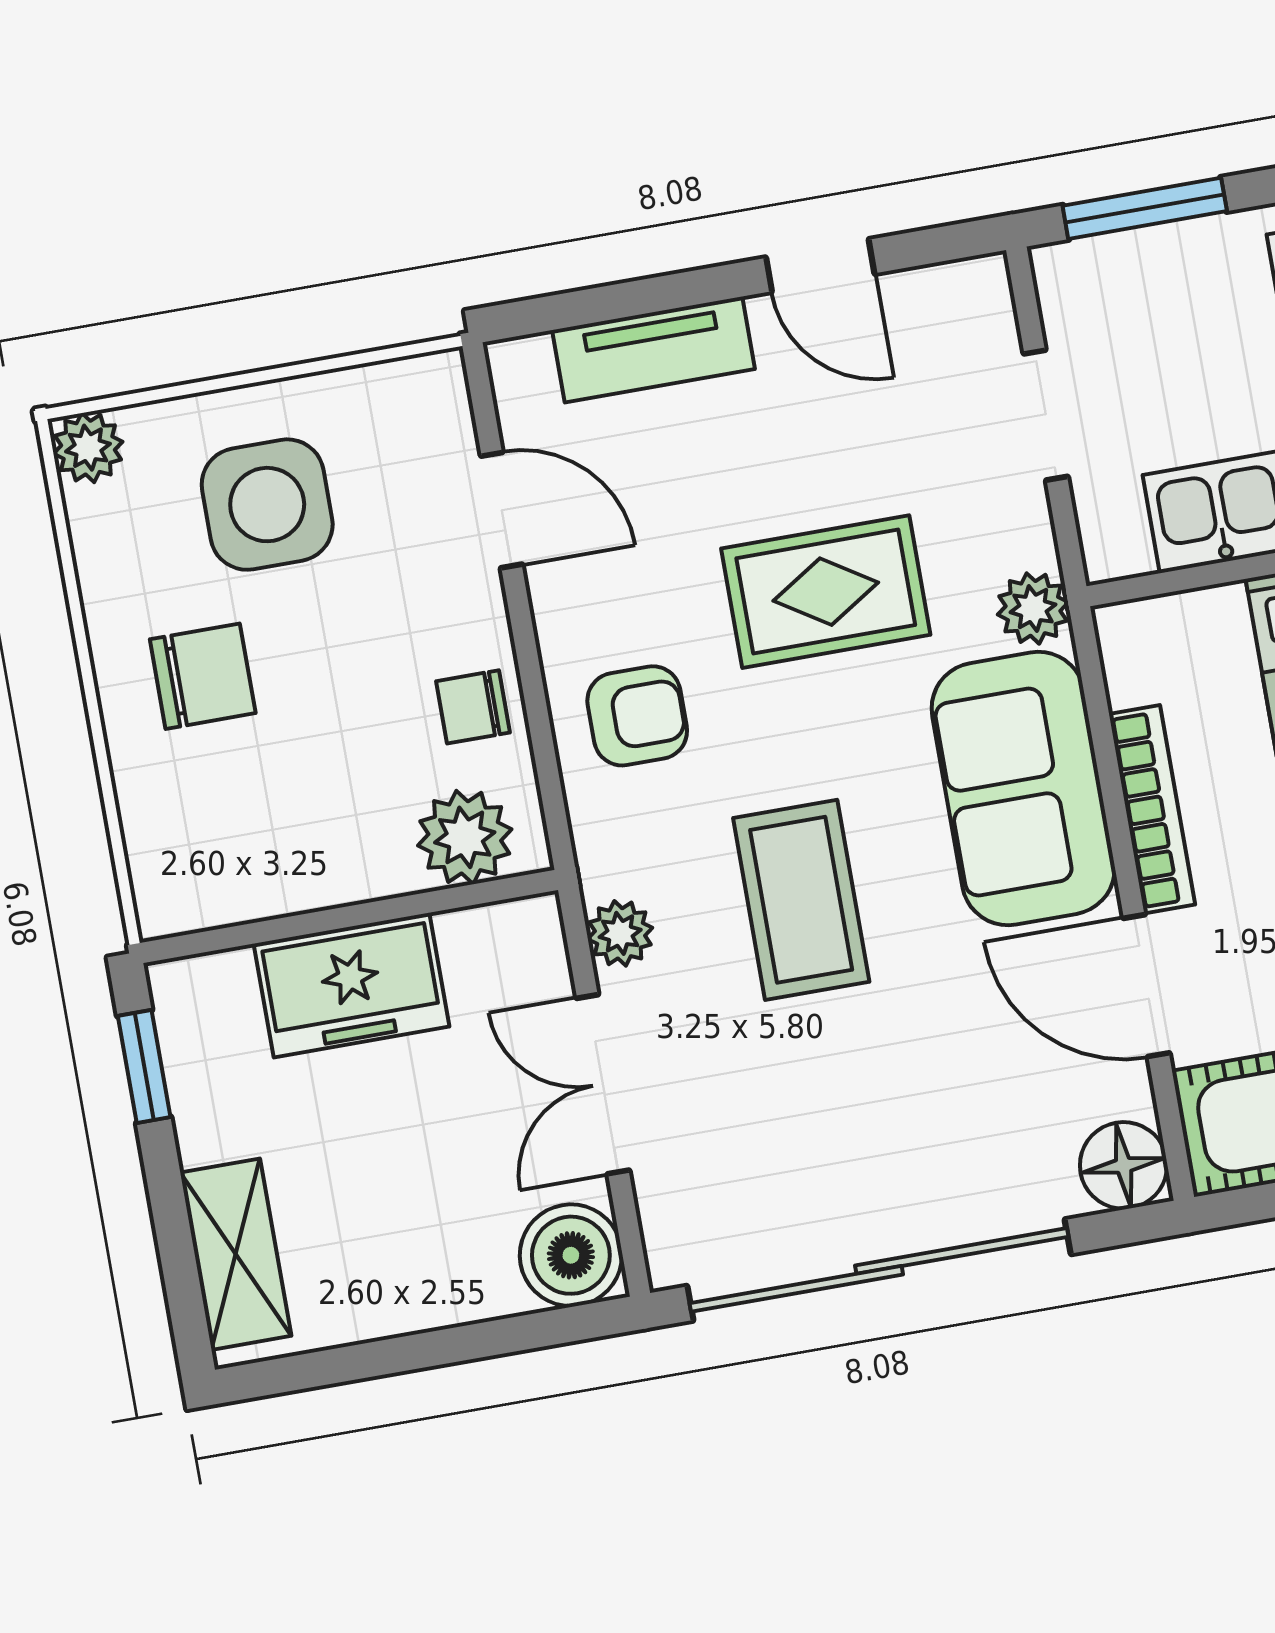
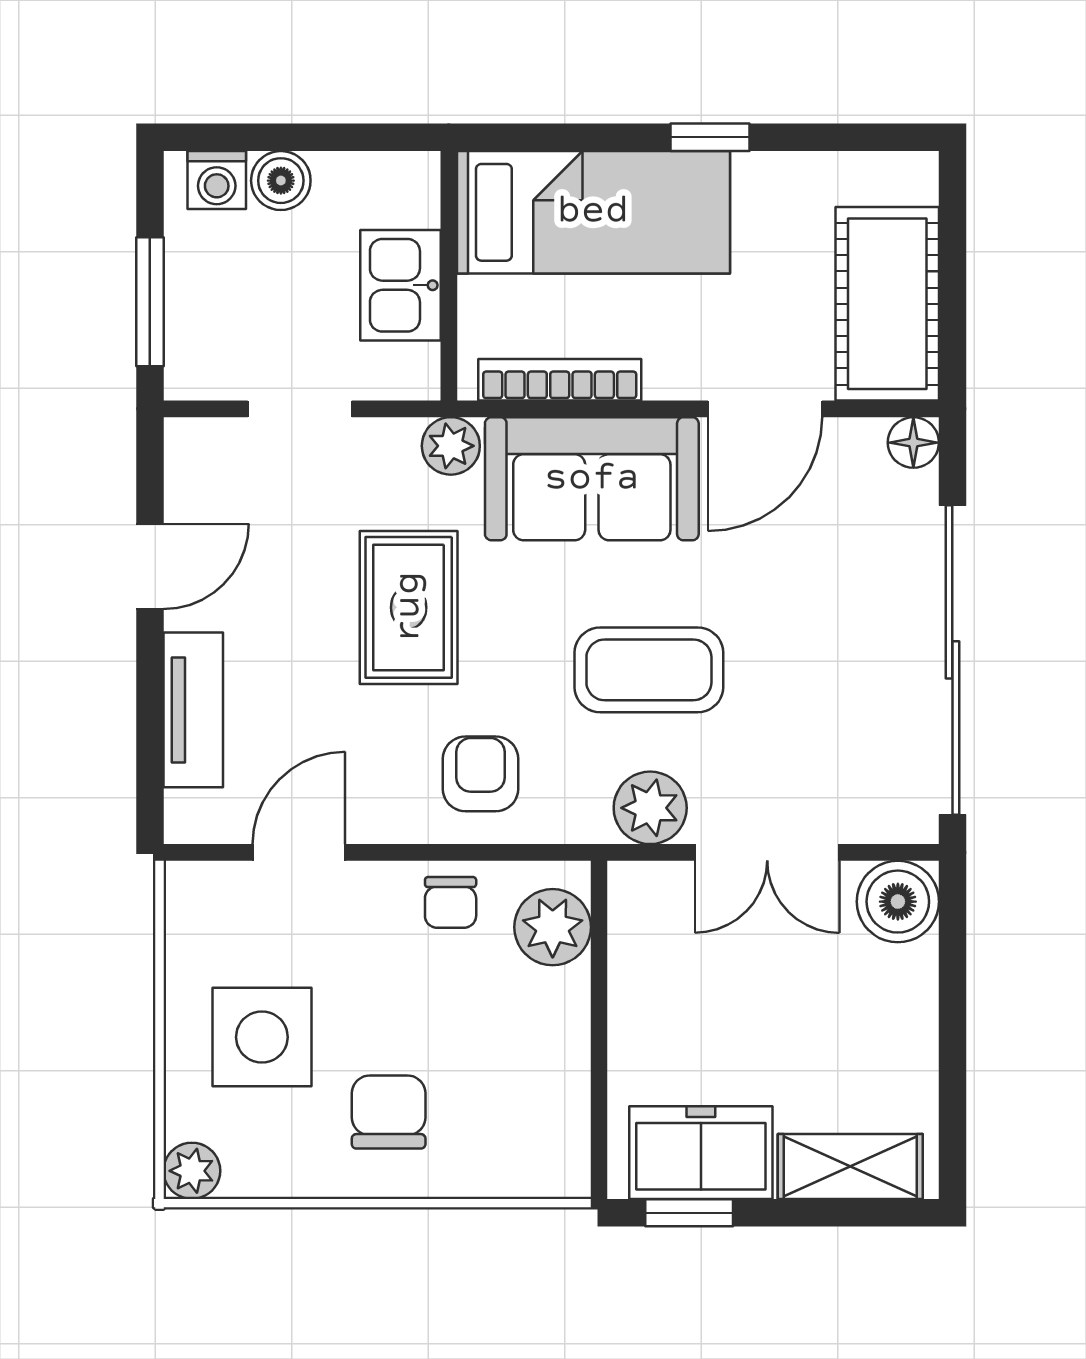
bookcase: (1152, 809) -> (560, 380), moved
plant: (620, 933) -> (650, 808), width x1.38, depth x1.38
freezer: (352, 985) -> (701, 1153), moved, turned -90
floor lamp: (1124, 1165) -> (913, 443), width x0.73, depth x0.73

